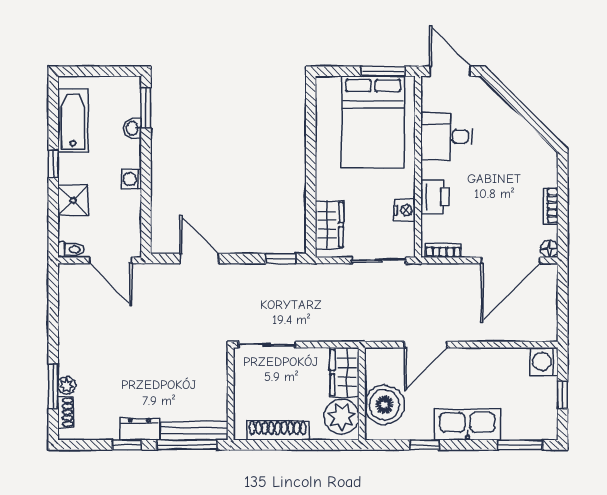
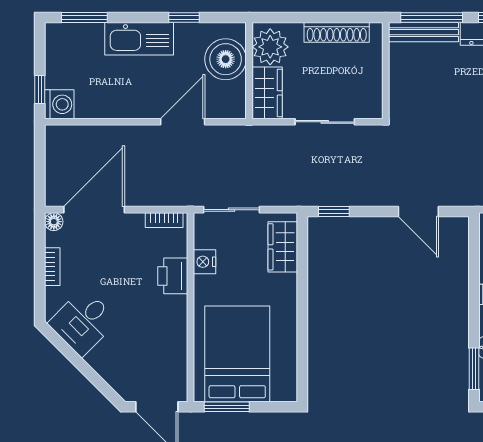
desk: (446, 137) -> (83, 322), moved, turned 135
sliding door: (267, 345) -> (325, 122), moved
window: (563, 395) -> (40, 89), moved

